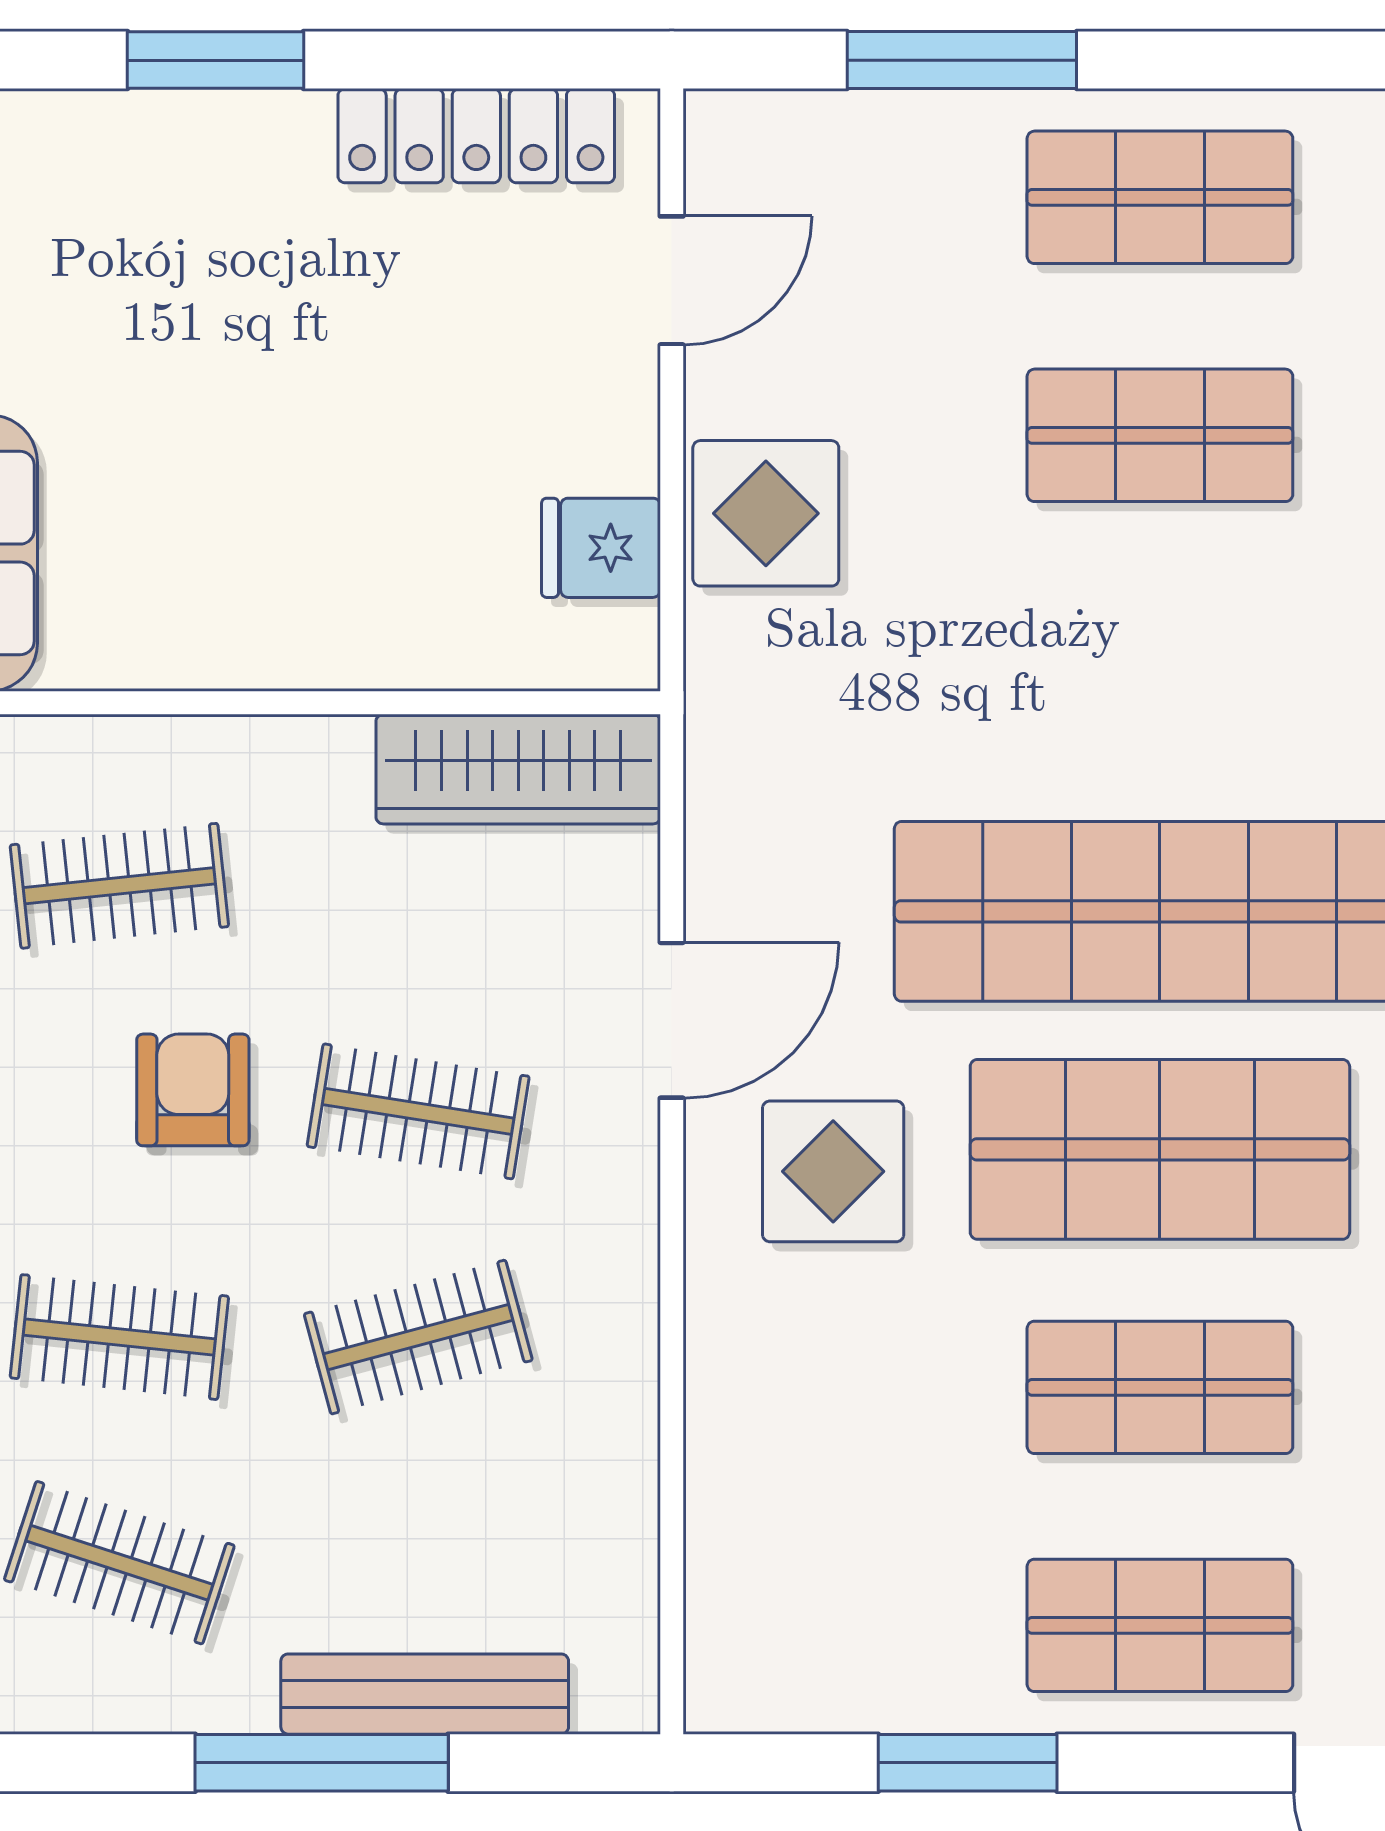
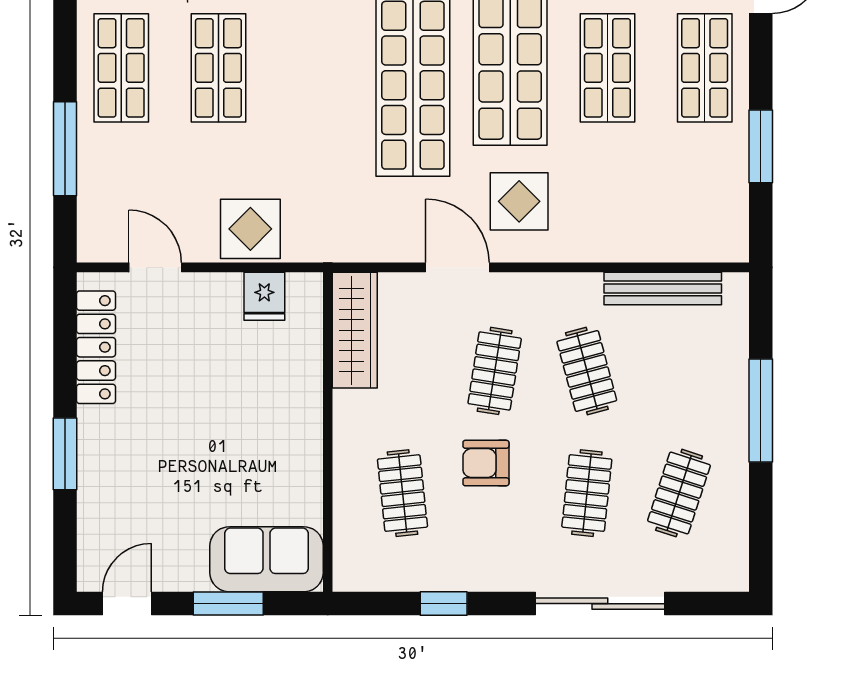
bench: (425, 1694) -> (663, 288), moved, turned 90

